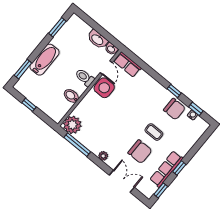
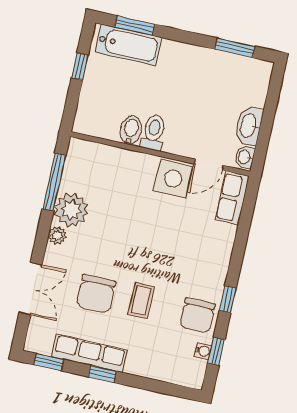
bathtub: (45, 60) -> (128, 45), moved
toilet: (85, 77) -> (153, 132), moved
plant: (72, 125) -> (71, 210), moved

